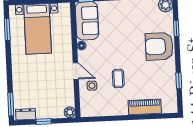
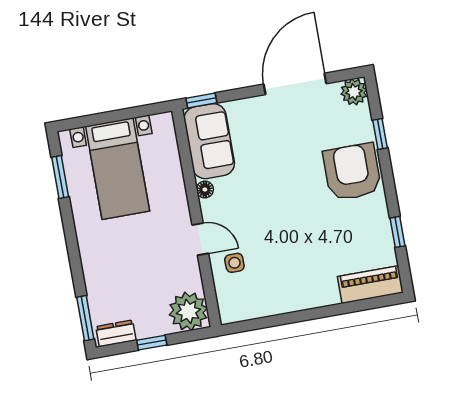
armchair: (159, 46) -> (352, 172), turned 90
coffee table: (118, 78) -> (282, 243), removed
piano: (145, 107) -> (370, 285), moved
plant: (70, 112) -> (188, 311), width x1.87, depth x1.87

